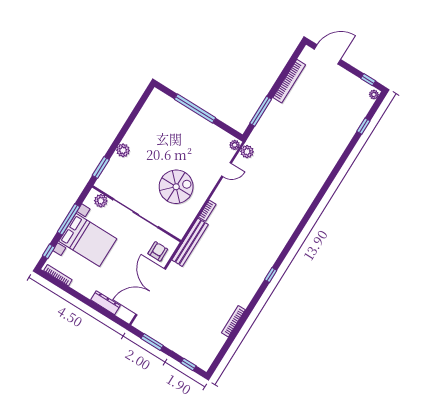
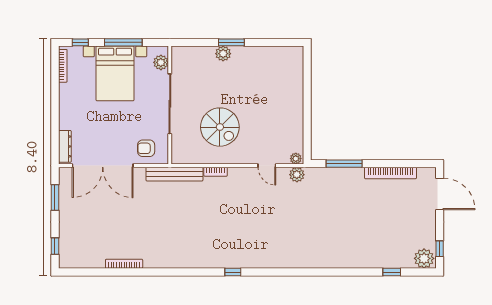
plant: (374, 95) -> (424, 258), width x1.88, depth x1.88
window: (195, 109) -> (307, 98), removed
window: (101, 168) -> (231, 42), moved
armchair: (158, 251) -> (146, 148), turned 180
window: (271, 275) -> (233, 272), moved
double door: (151, 292) -> (103, 166), swing flipped
dresser: (105, 303) -> (65, 146), moved

